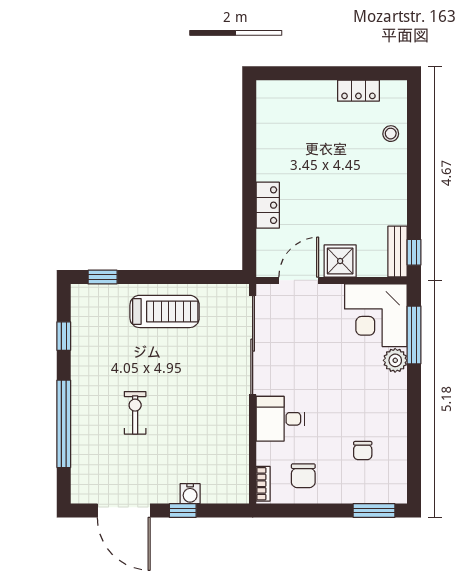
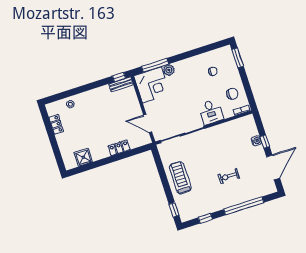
shower: (340, 261) -> (83, 157), moved

